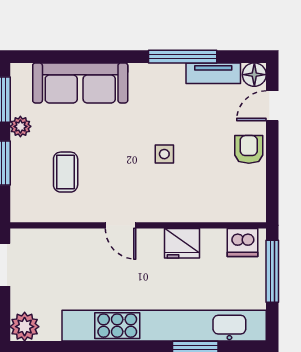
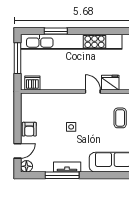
tv unit: (213, 73) -> (67, 167), moved
fridge: (182, 243) -> (110, 83), moved
window: (272, 271) -> (18, 58), moved

